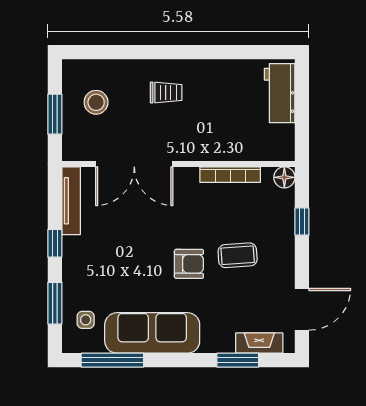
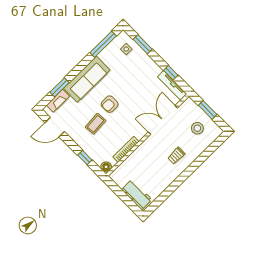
window: (55, 243) -> (171, 73), moved
door: (302, 309) -> (55, 127), hinge flipped
sofa: (152, 333) -> (87, 79), moved

